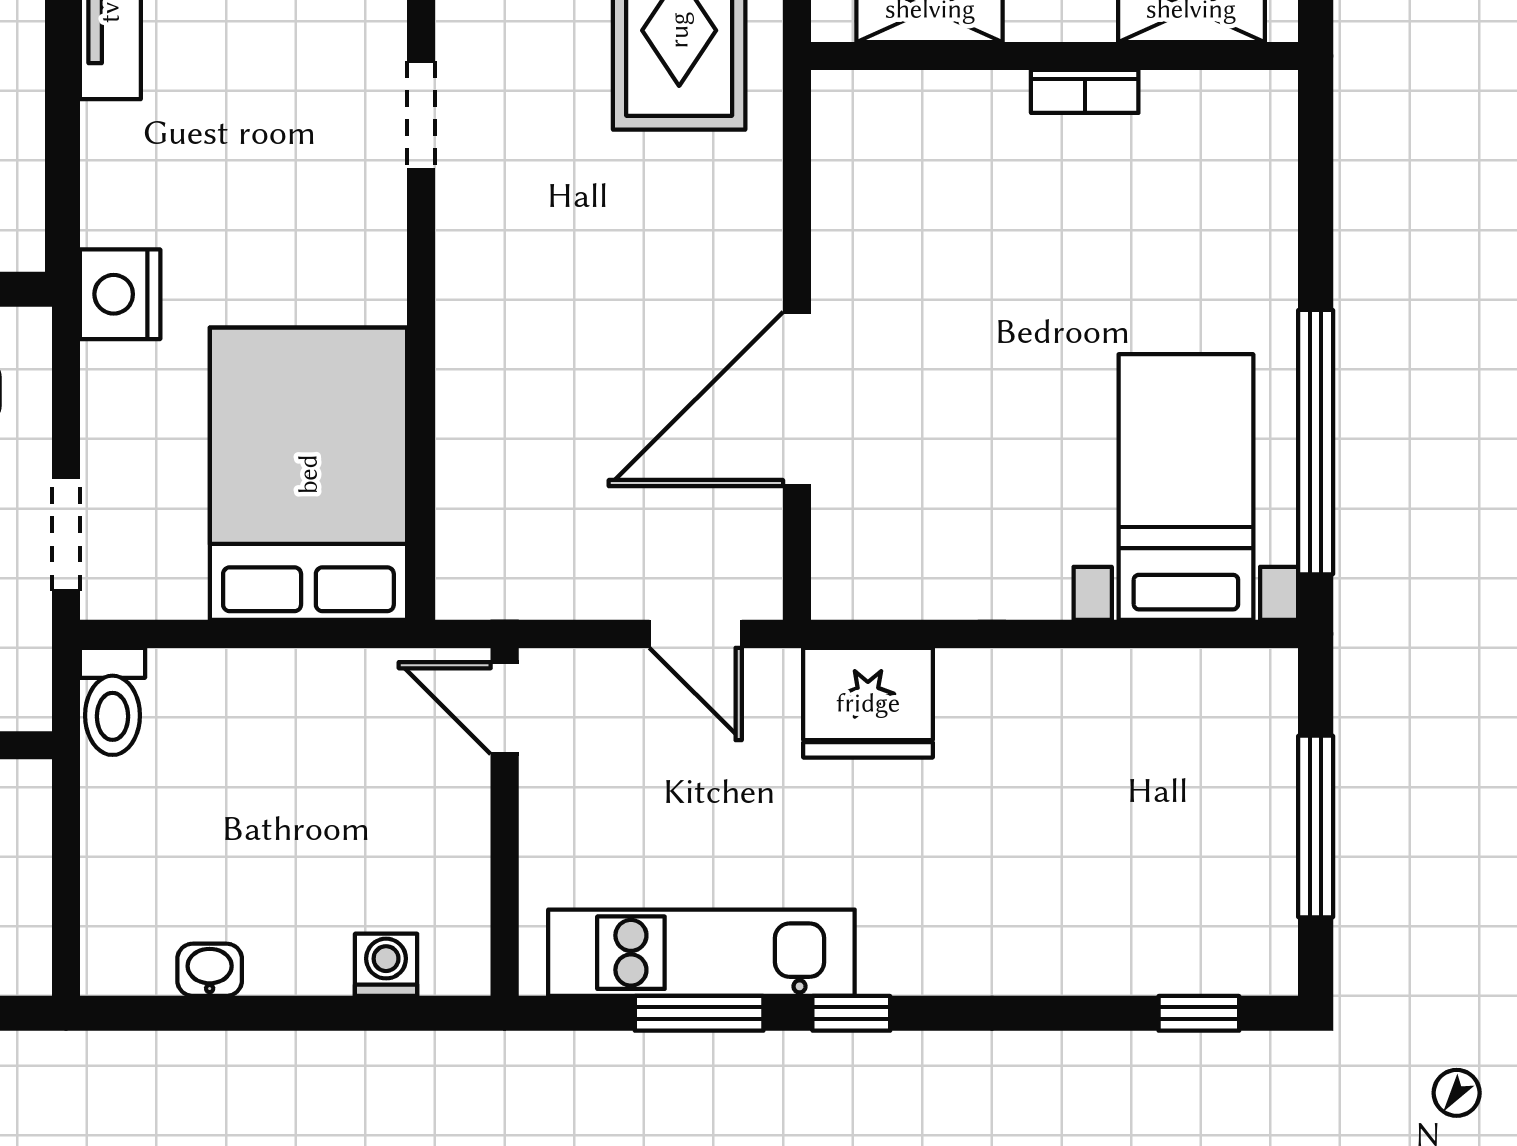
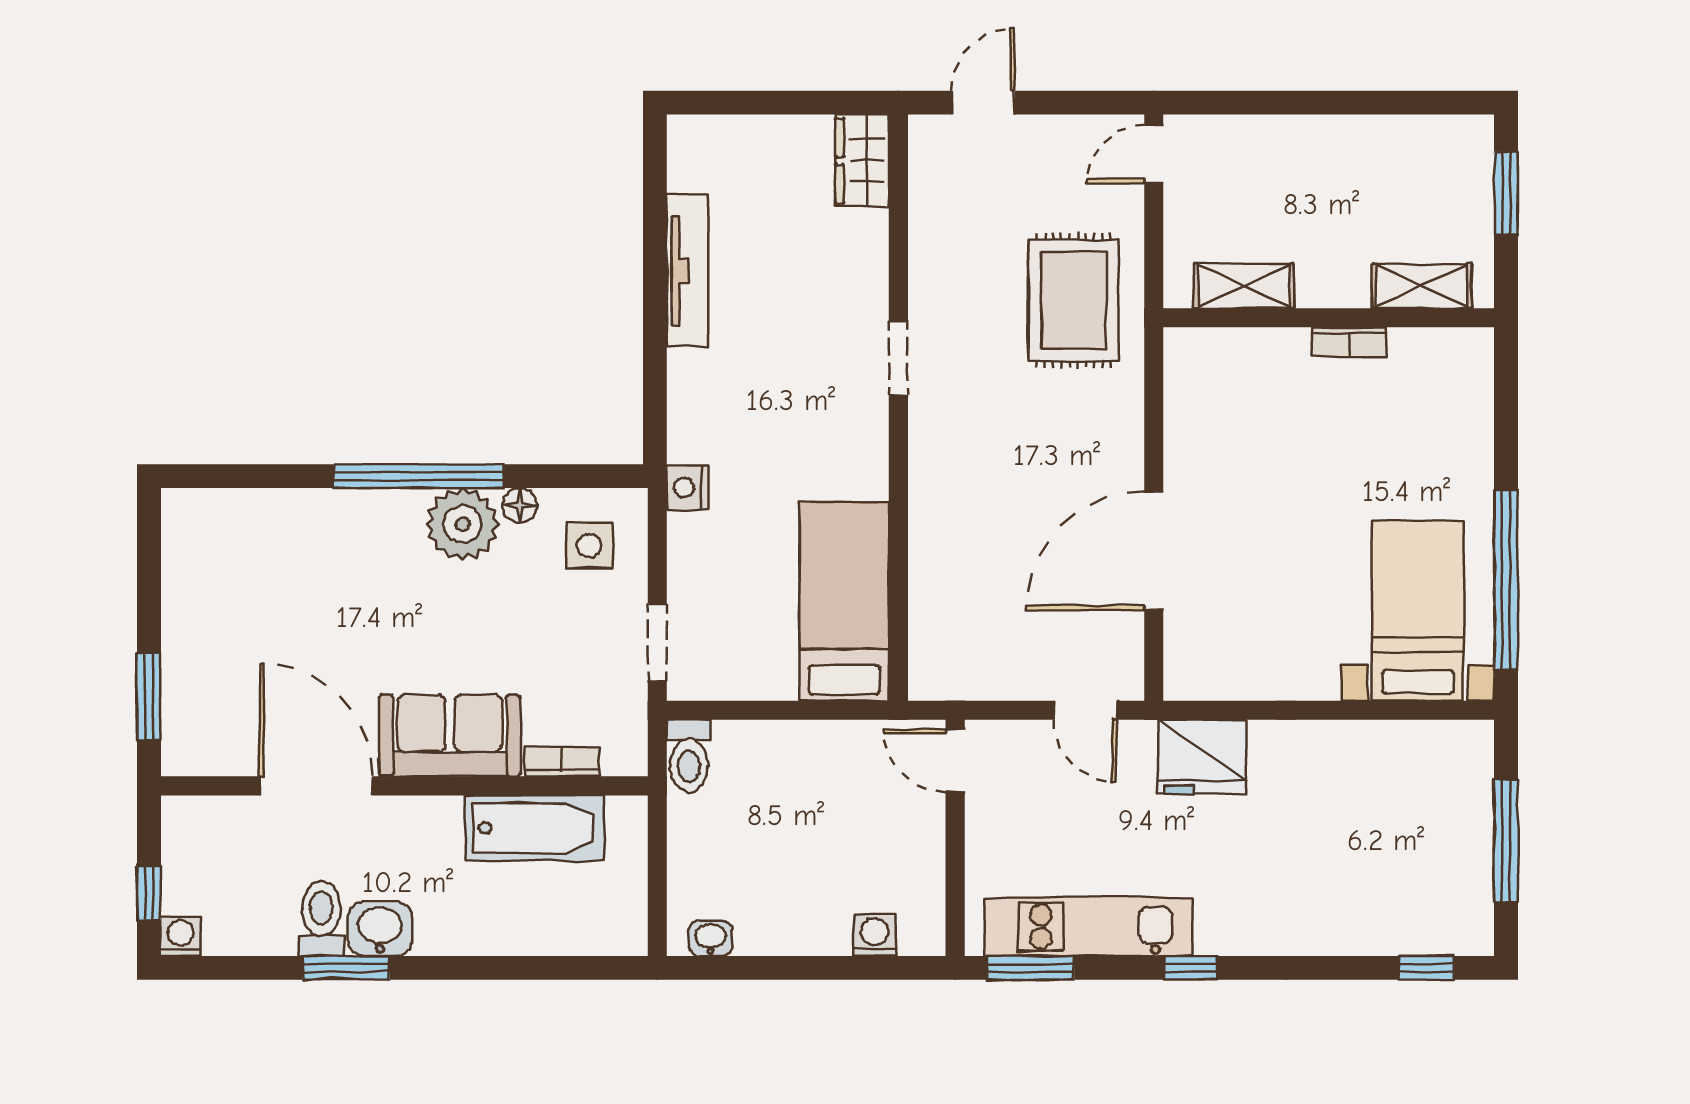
nightstand: (120, 294) -> (687, 488), width x0.74, depth x0.75
bed: (308, 474) -> (844, 601), width x0.67
washbasin: (210, 970) -> (711, 938), moved
window: (699, 1013) -> (1030, 968), moved

